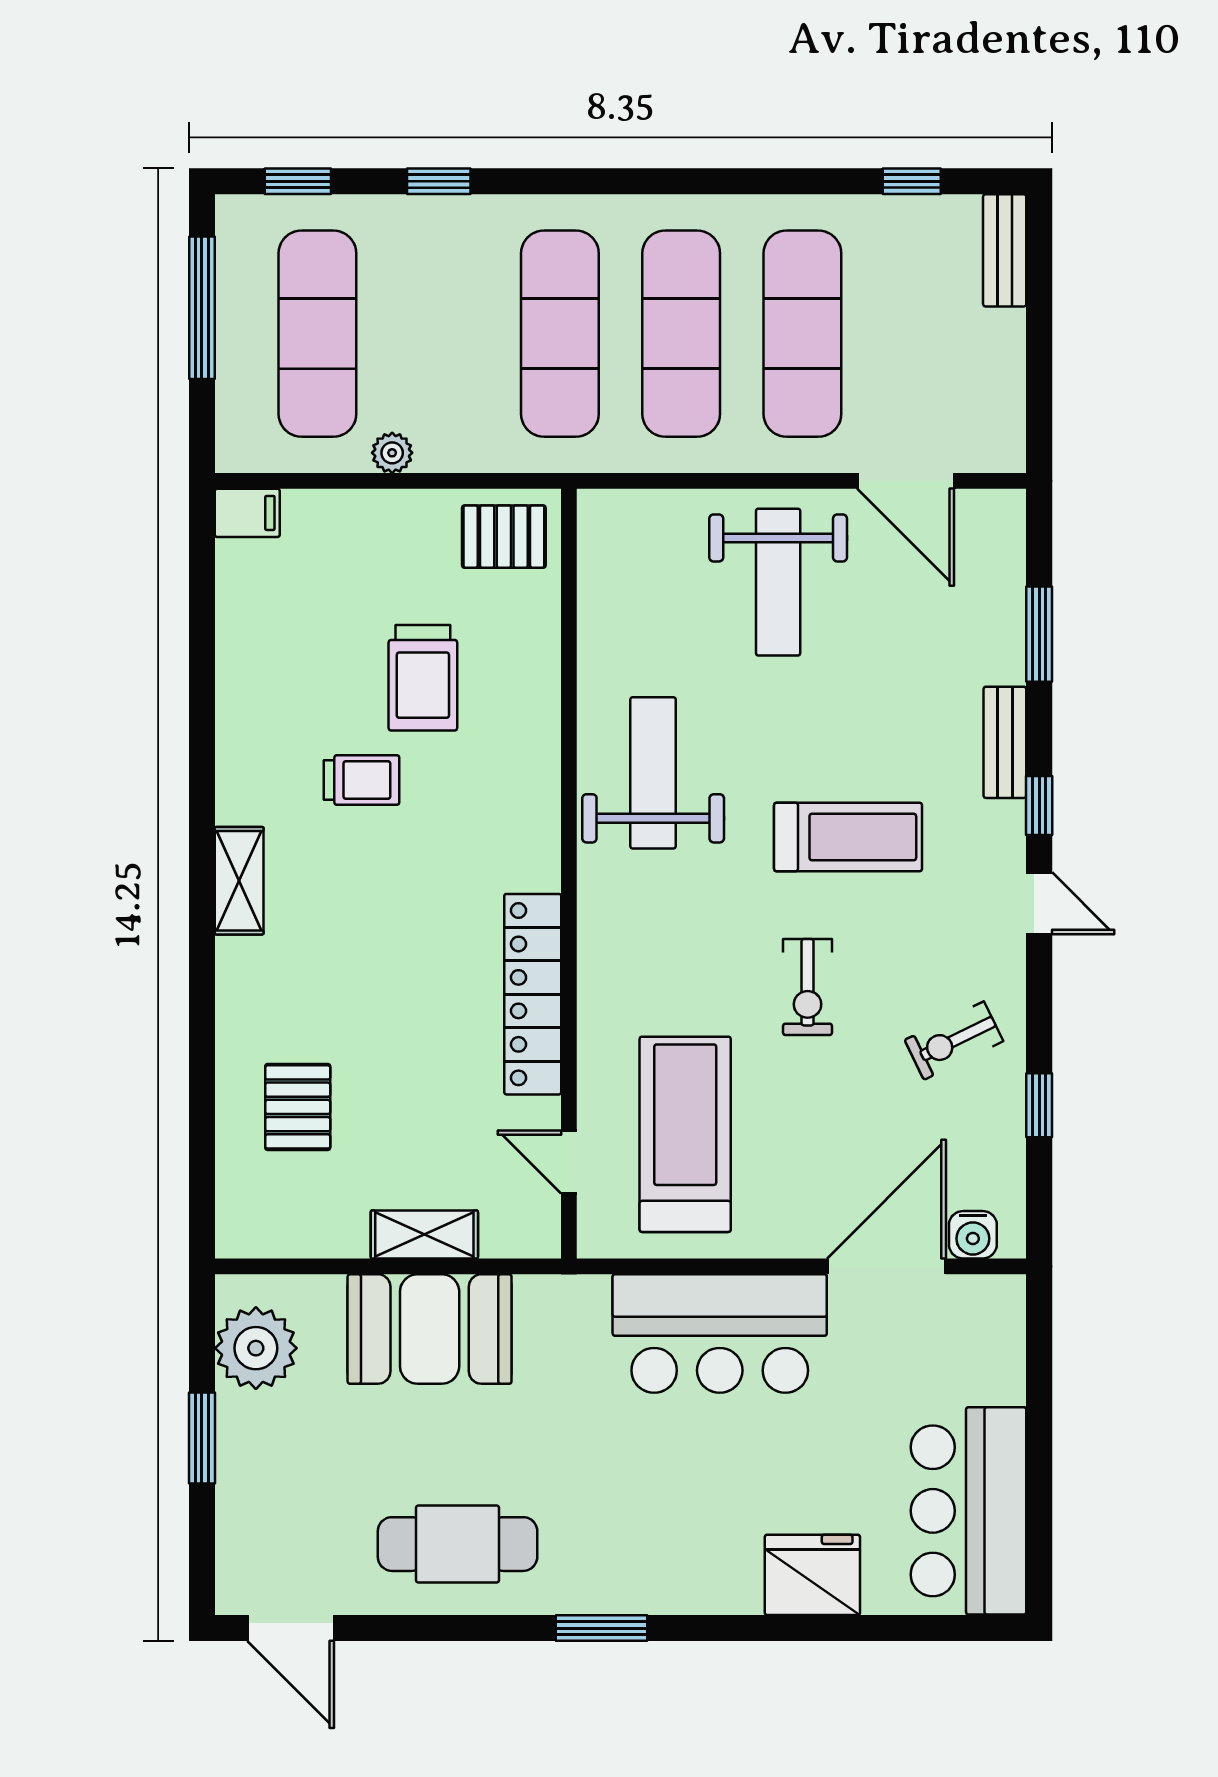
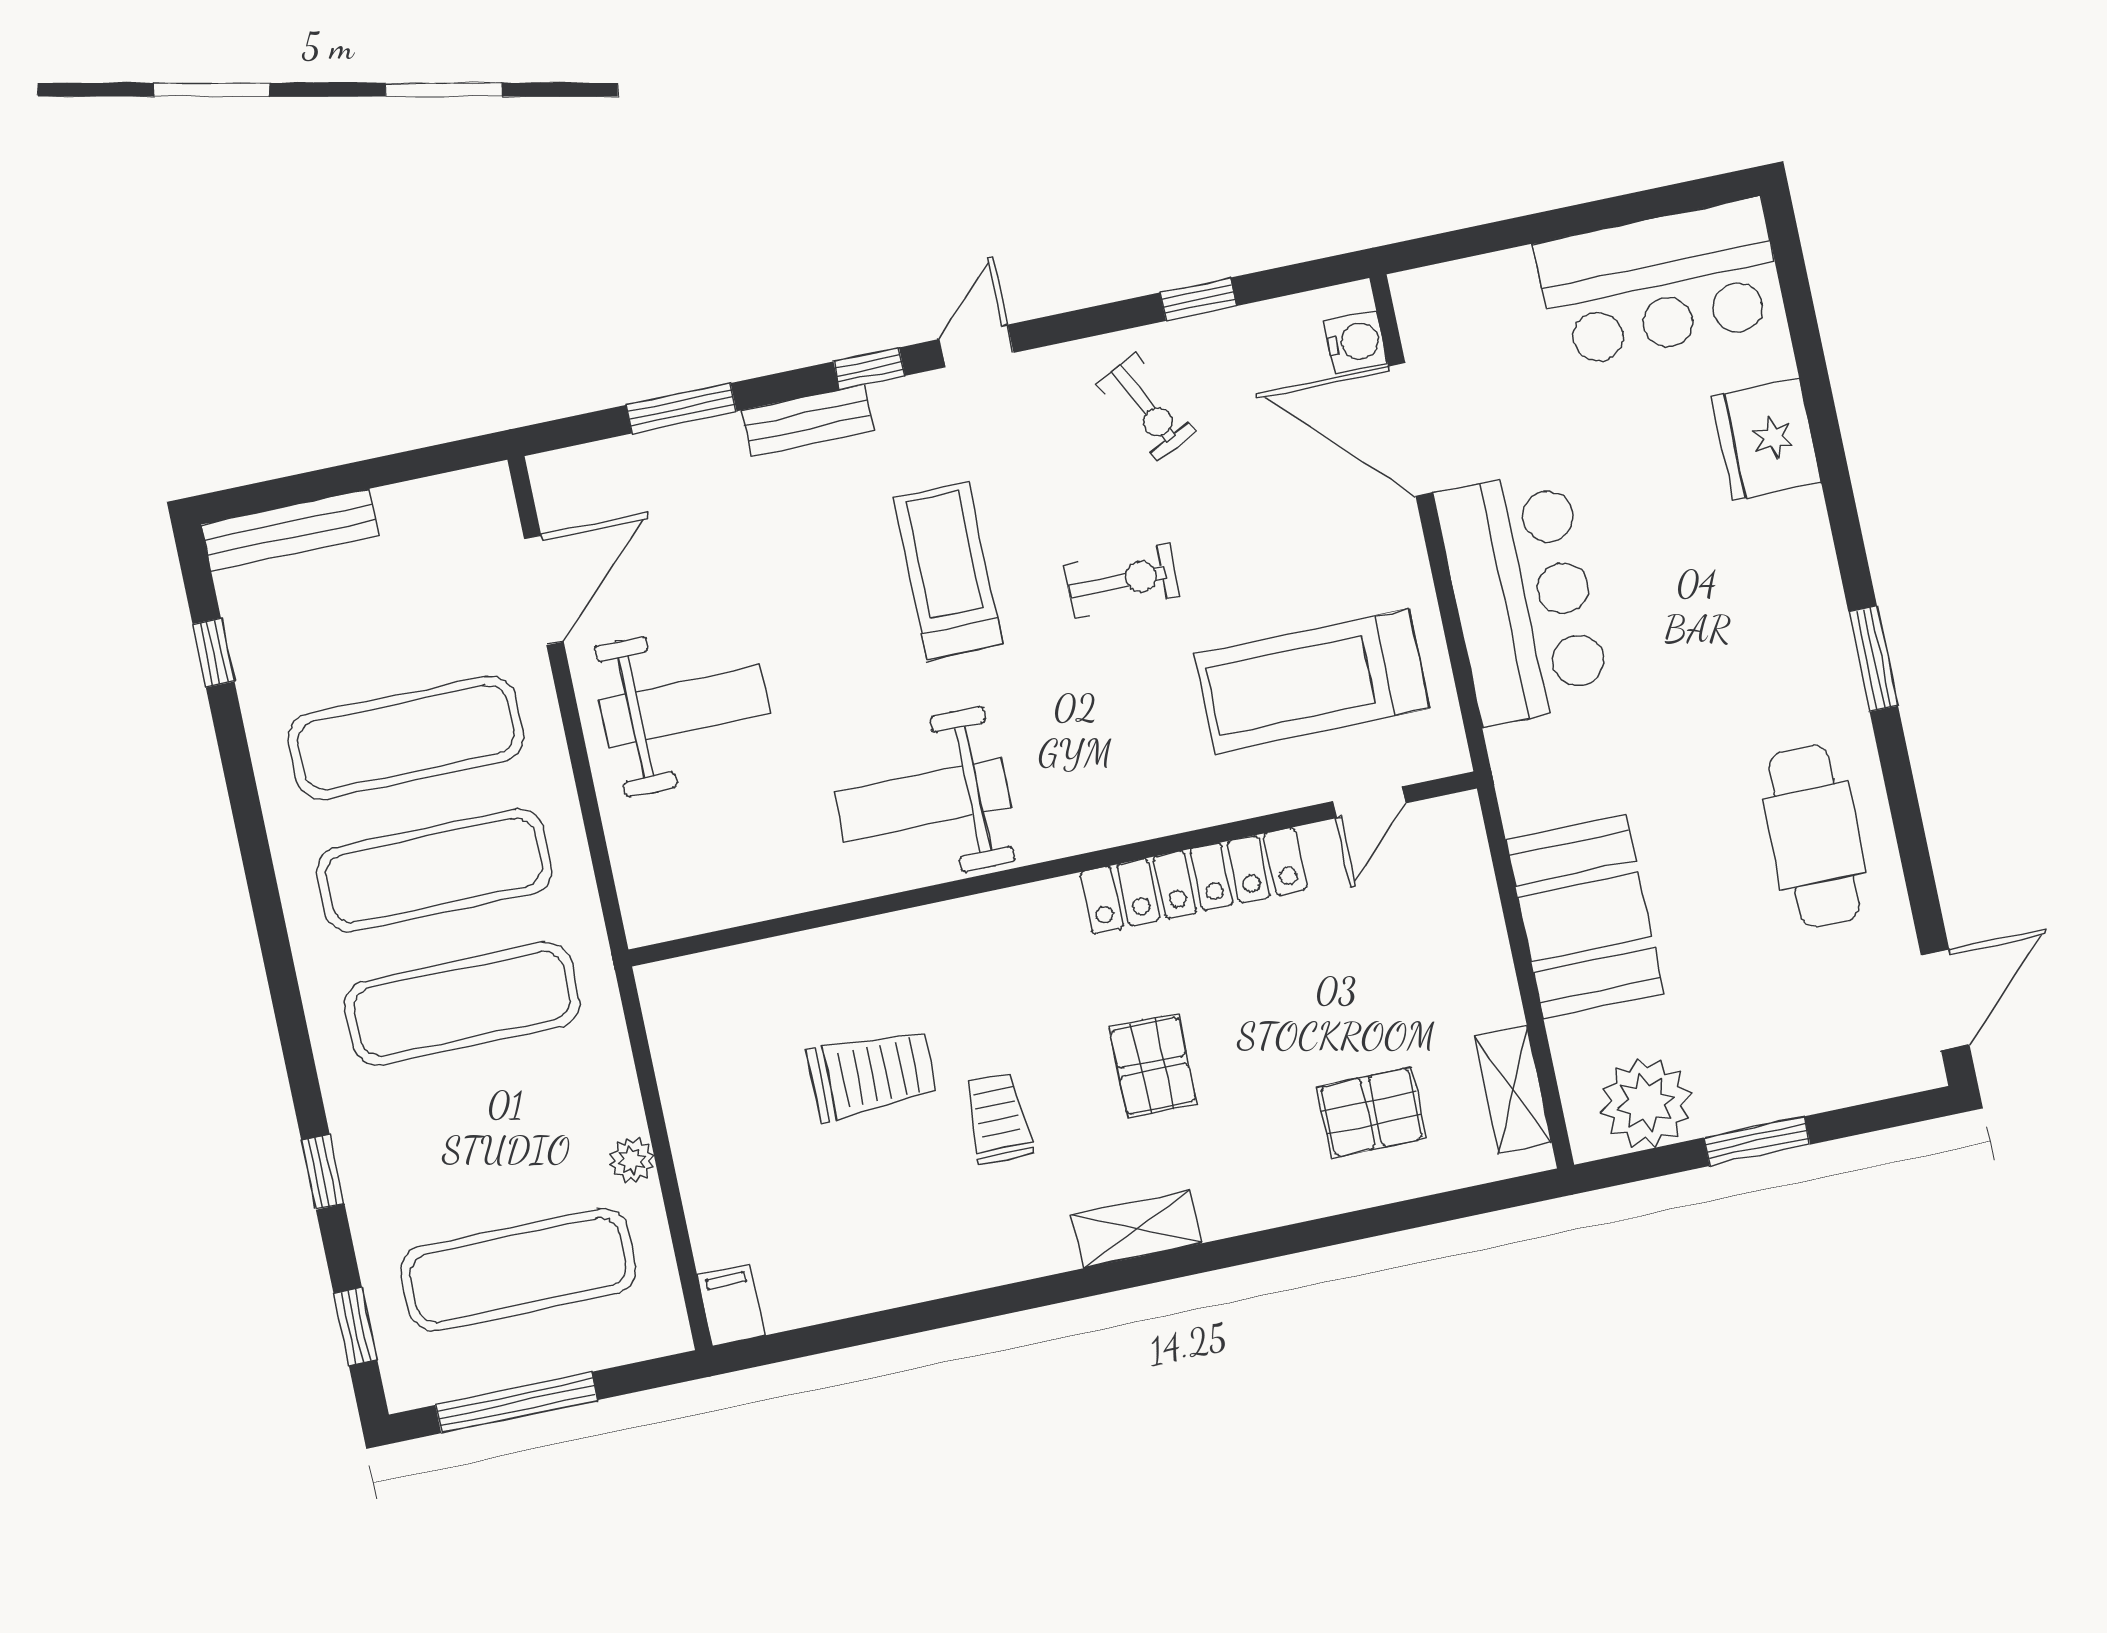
bench: (1005, 250) -> (290, 530), width x1.36
pallet: (504, 537) -> (1153, 1066), moved
shelving: (424, 1234) -> (1513, 1089), moved

